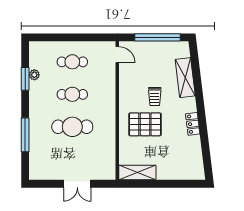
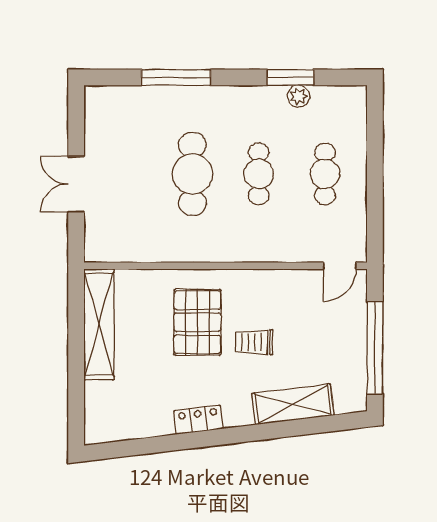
shelving: (137, 173) -> (99, 324), width x1.47

